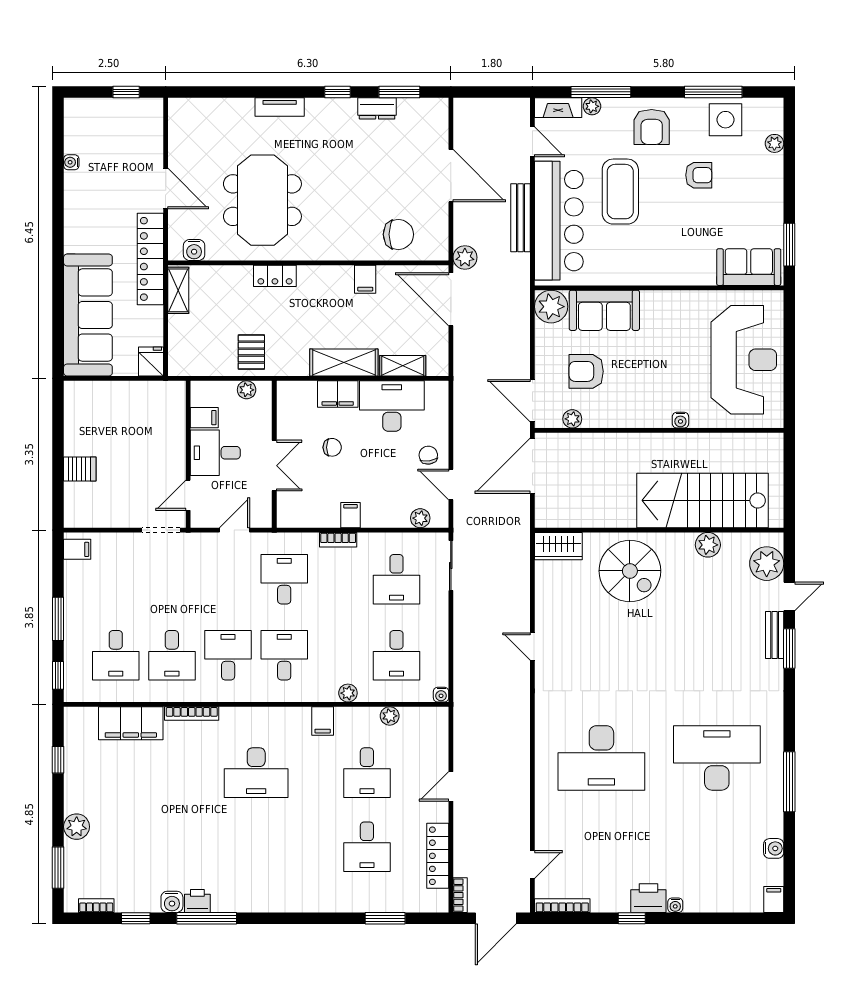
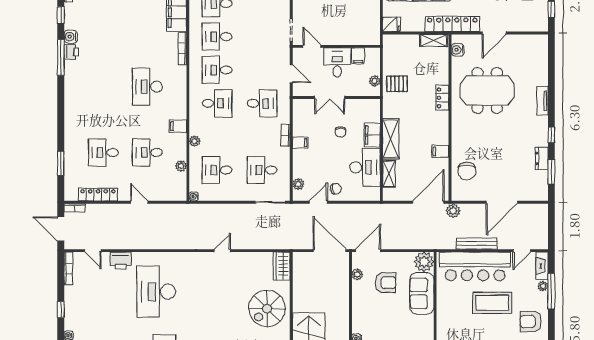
armchair: (586, 371) -> (386, 283), turned 90
desk: (228, 655) -> (217, 70), turned 180
printer: (648, 898) -> (121, 261), moved, turned 90

